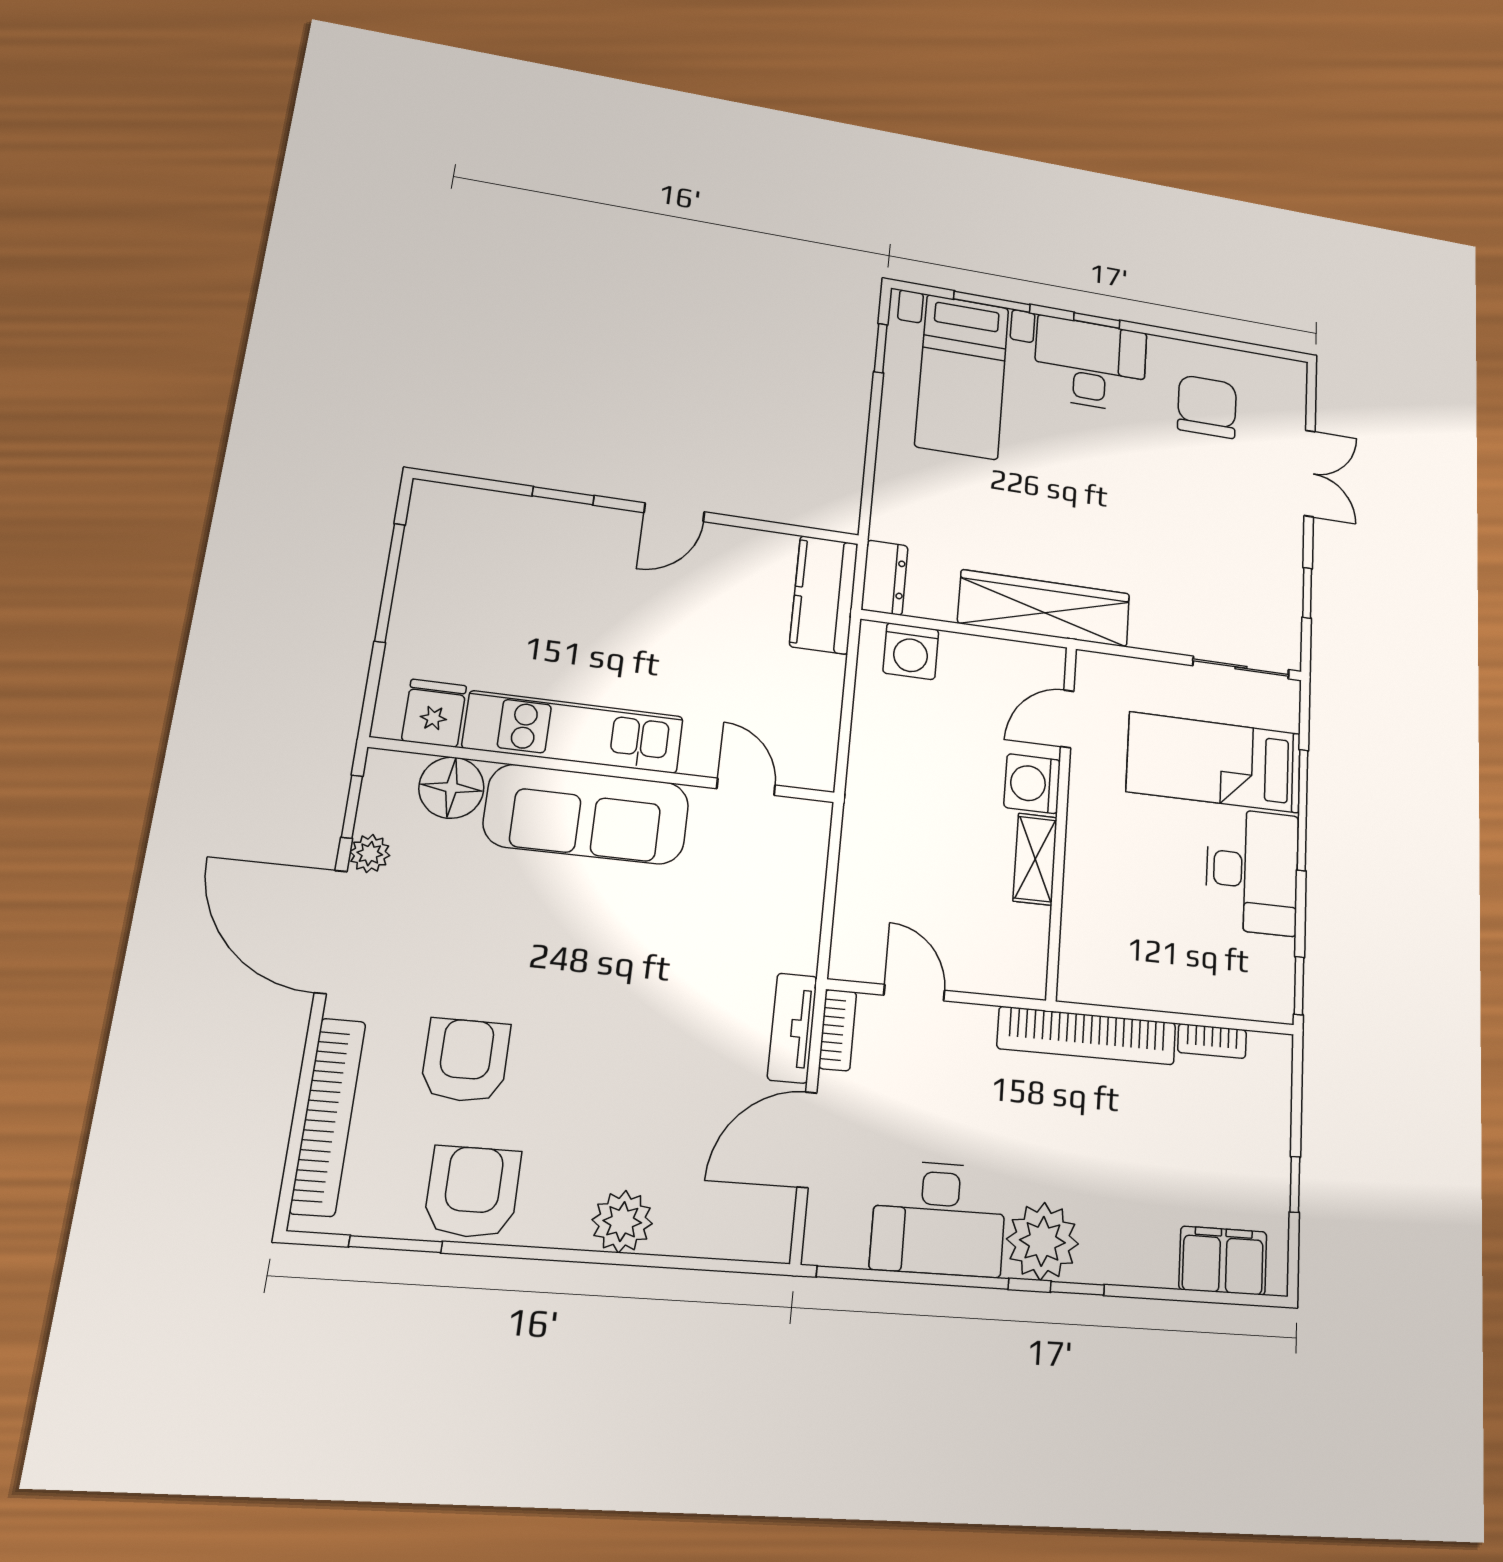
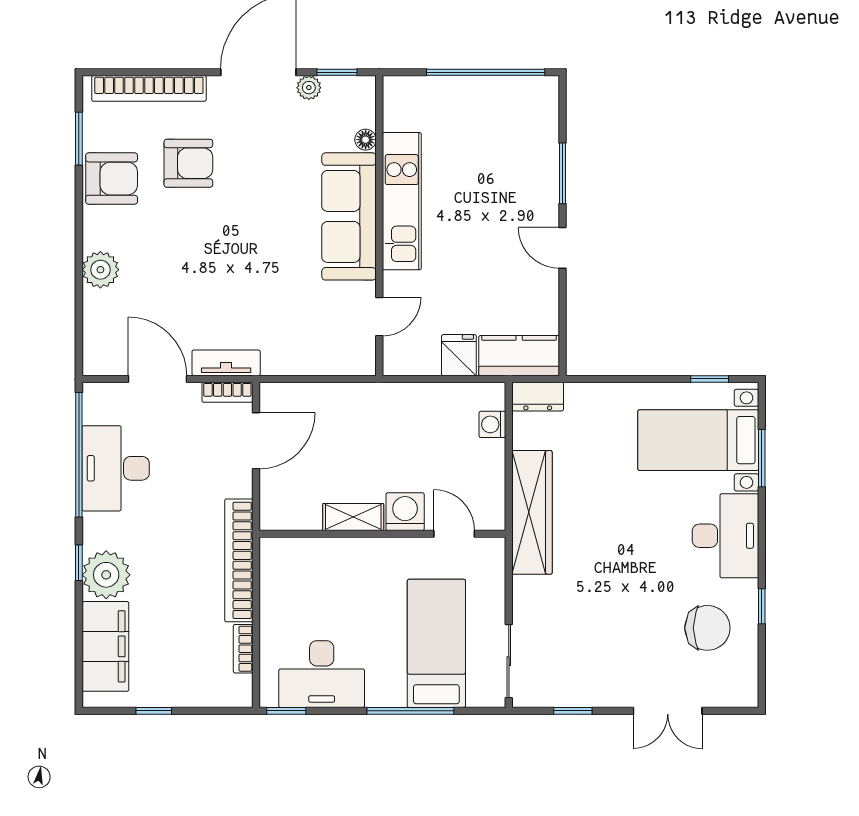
window: (1097, 320) -> (762, 606), moved
window: (563, 496) -> (563, 173), width x1.50
window: (390, 583) -> (486, 72), width x1.46
washing machine: (911, 651) -> (492, 424), width x0.73, depth x0.73
fridge: (434, 713) -> (459, 355), moved, turned -90
floor lamp: (451, 788) -> (366, 140), width x0.53, depth x0.53
desk: (1252, 871) -> (322, 674), moved
door: (914, 993) -> (256, 441), width x1.38
plant: (1042, 1241) -> (106, 575), moved
filing cabinet: (1223, 1261) -> (105, 646), width x1.50, depth x1.17

